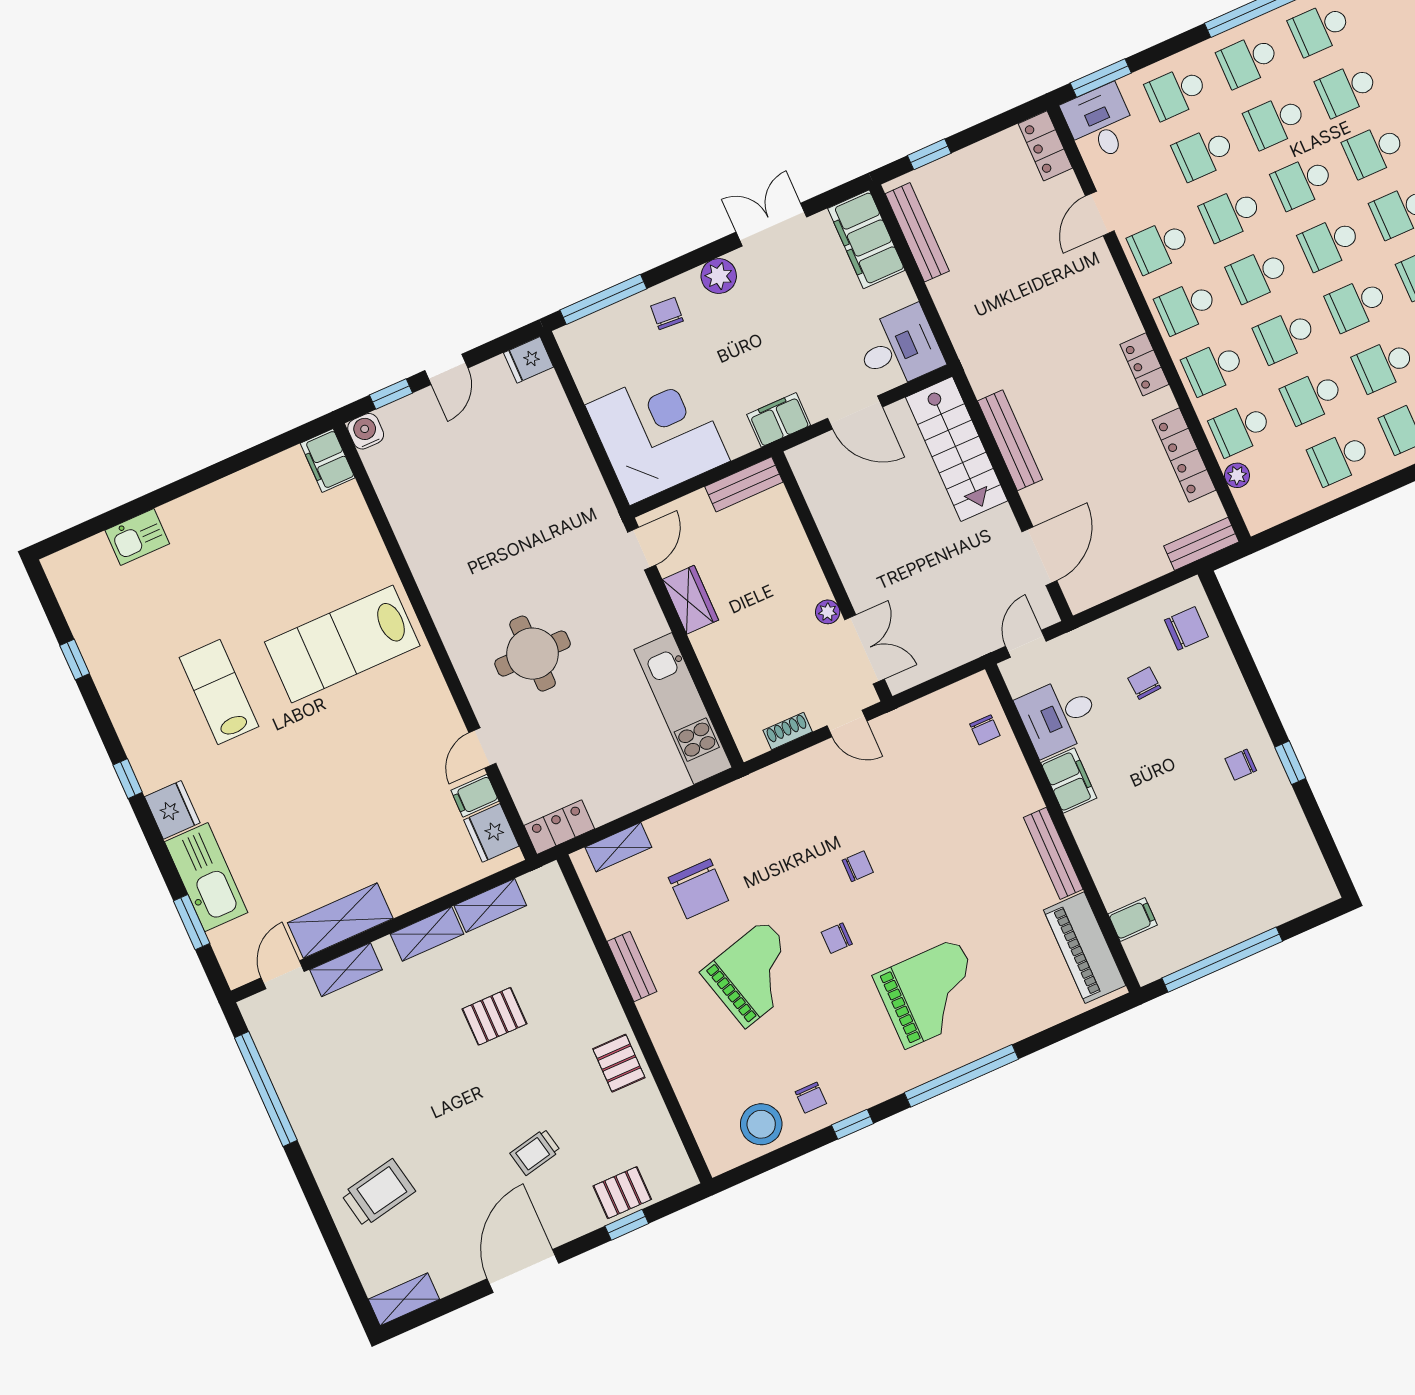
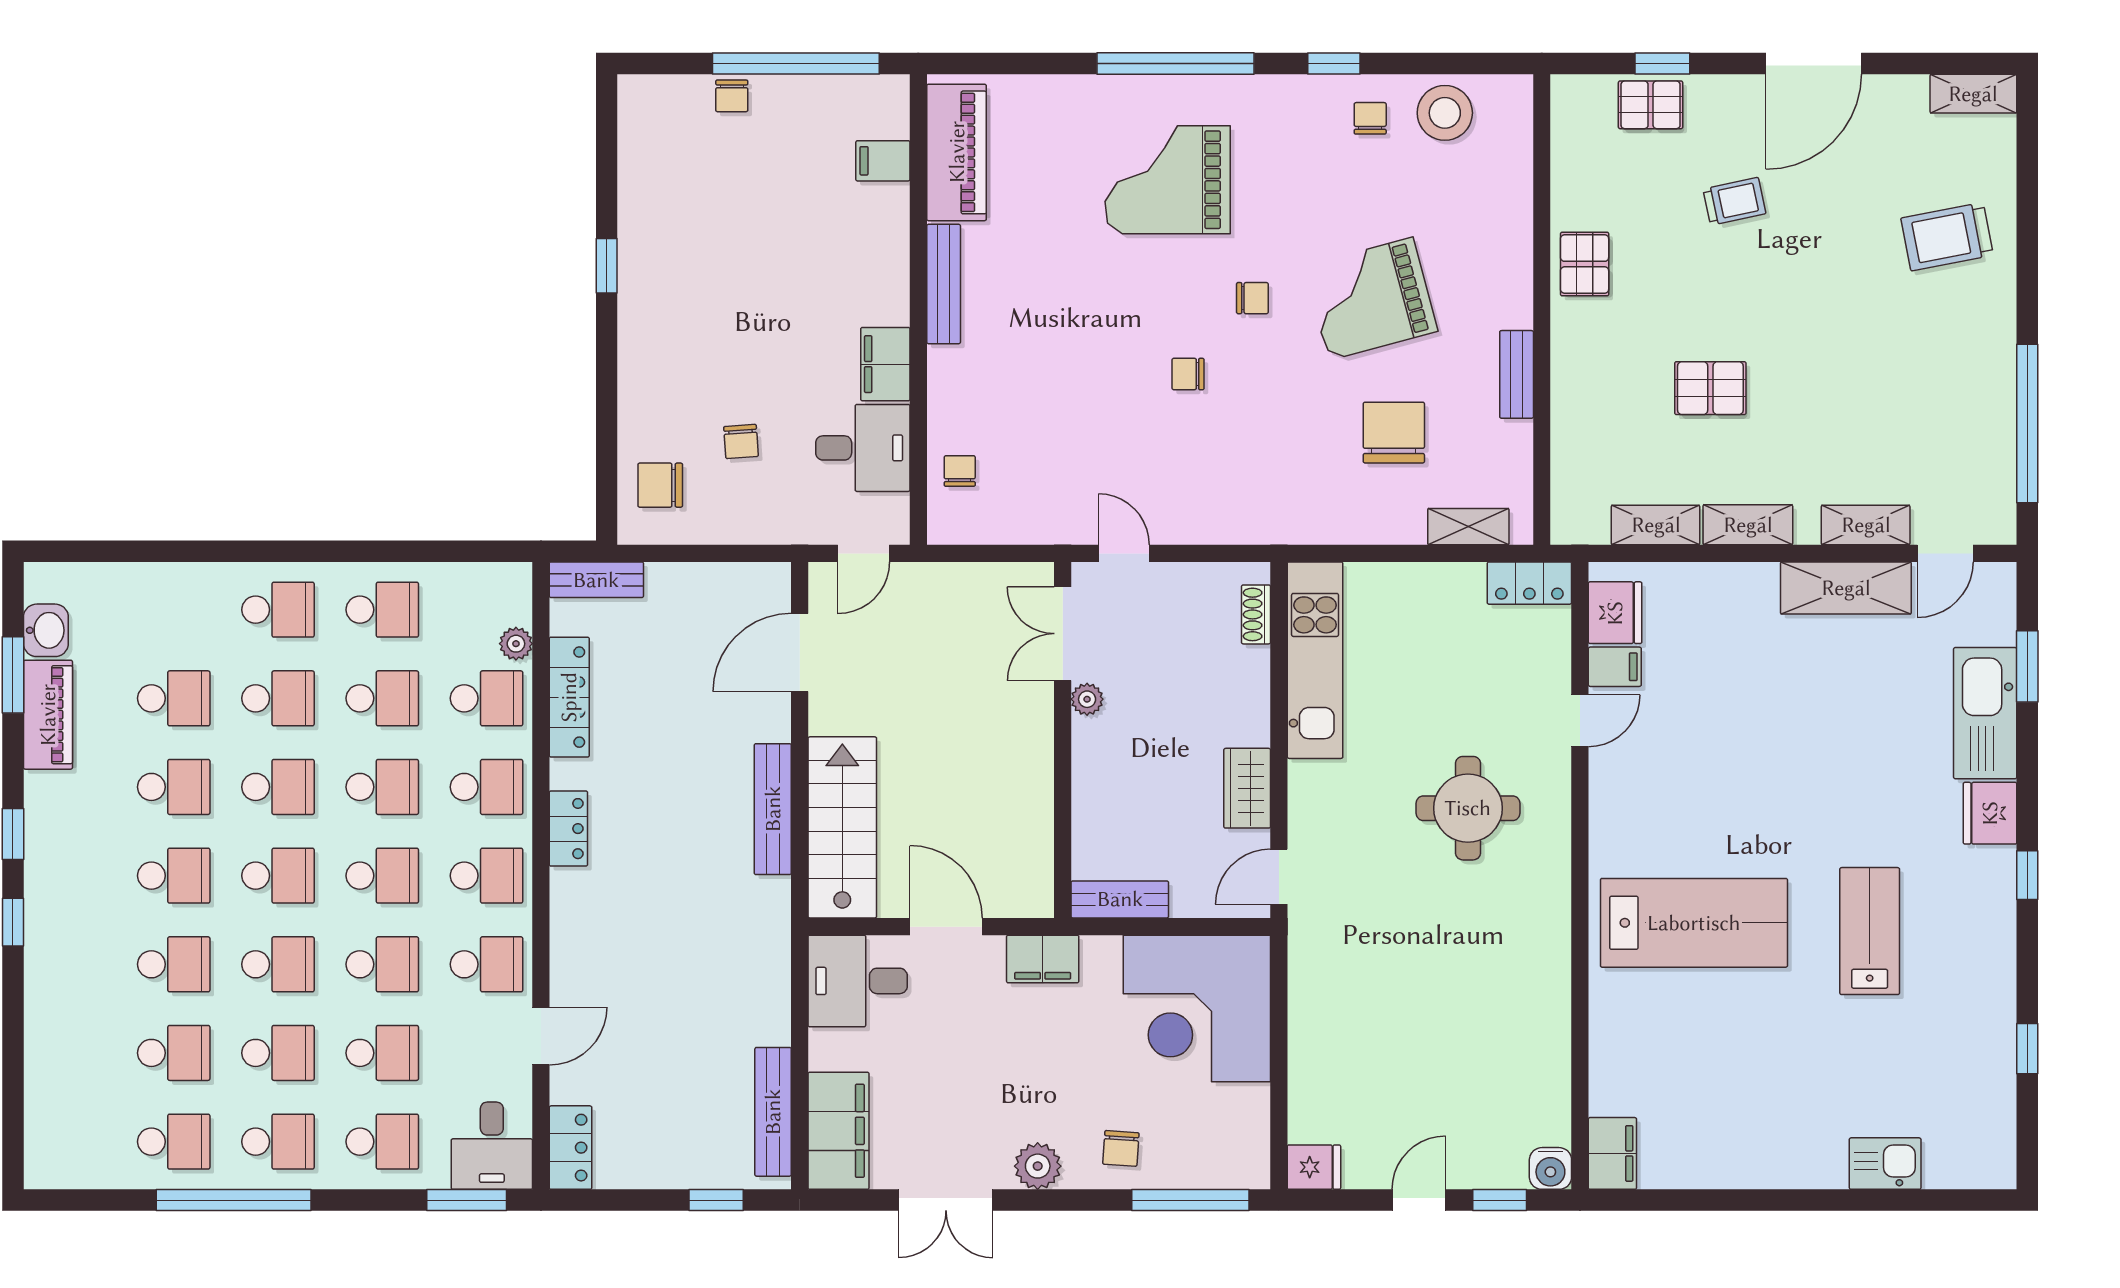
lab bench: (219, 692) -> (1870, 931), turned 180
shoe rack: (788, 731) -> (1256, 614), moved, turned 90
chair: (1241, 765) -> (732, 96), moved, turned 90

